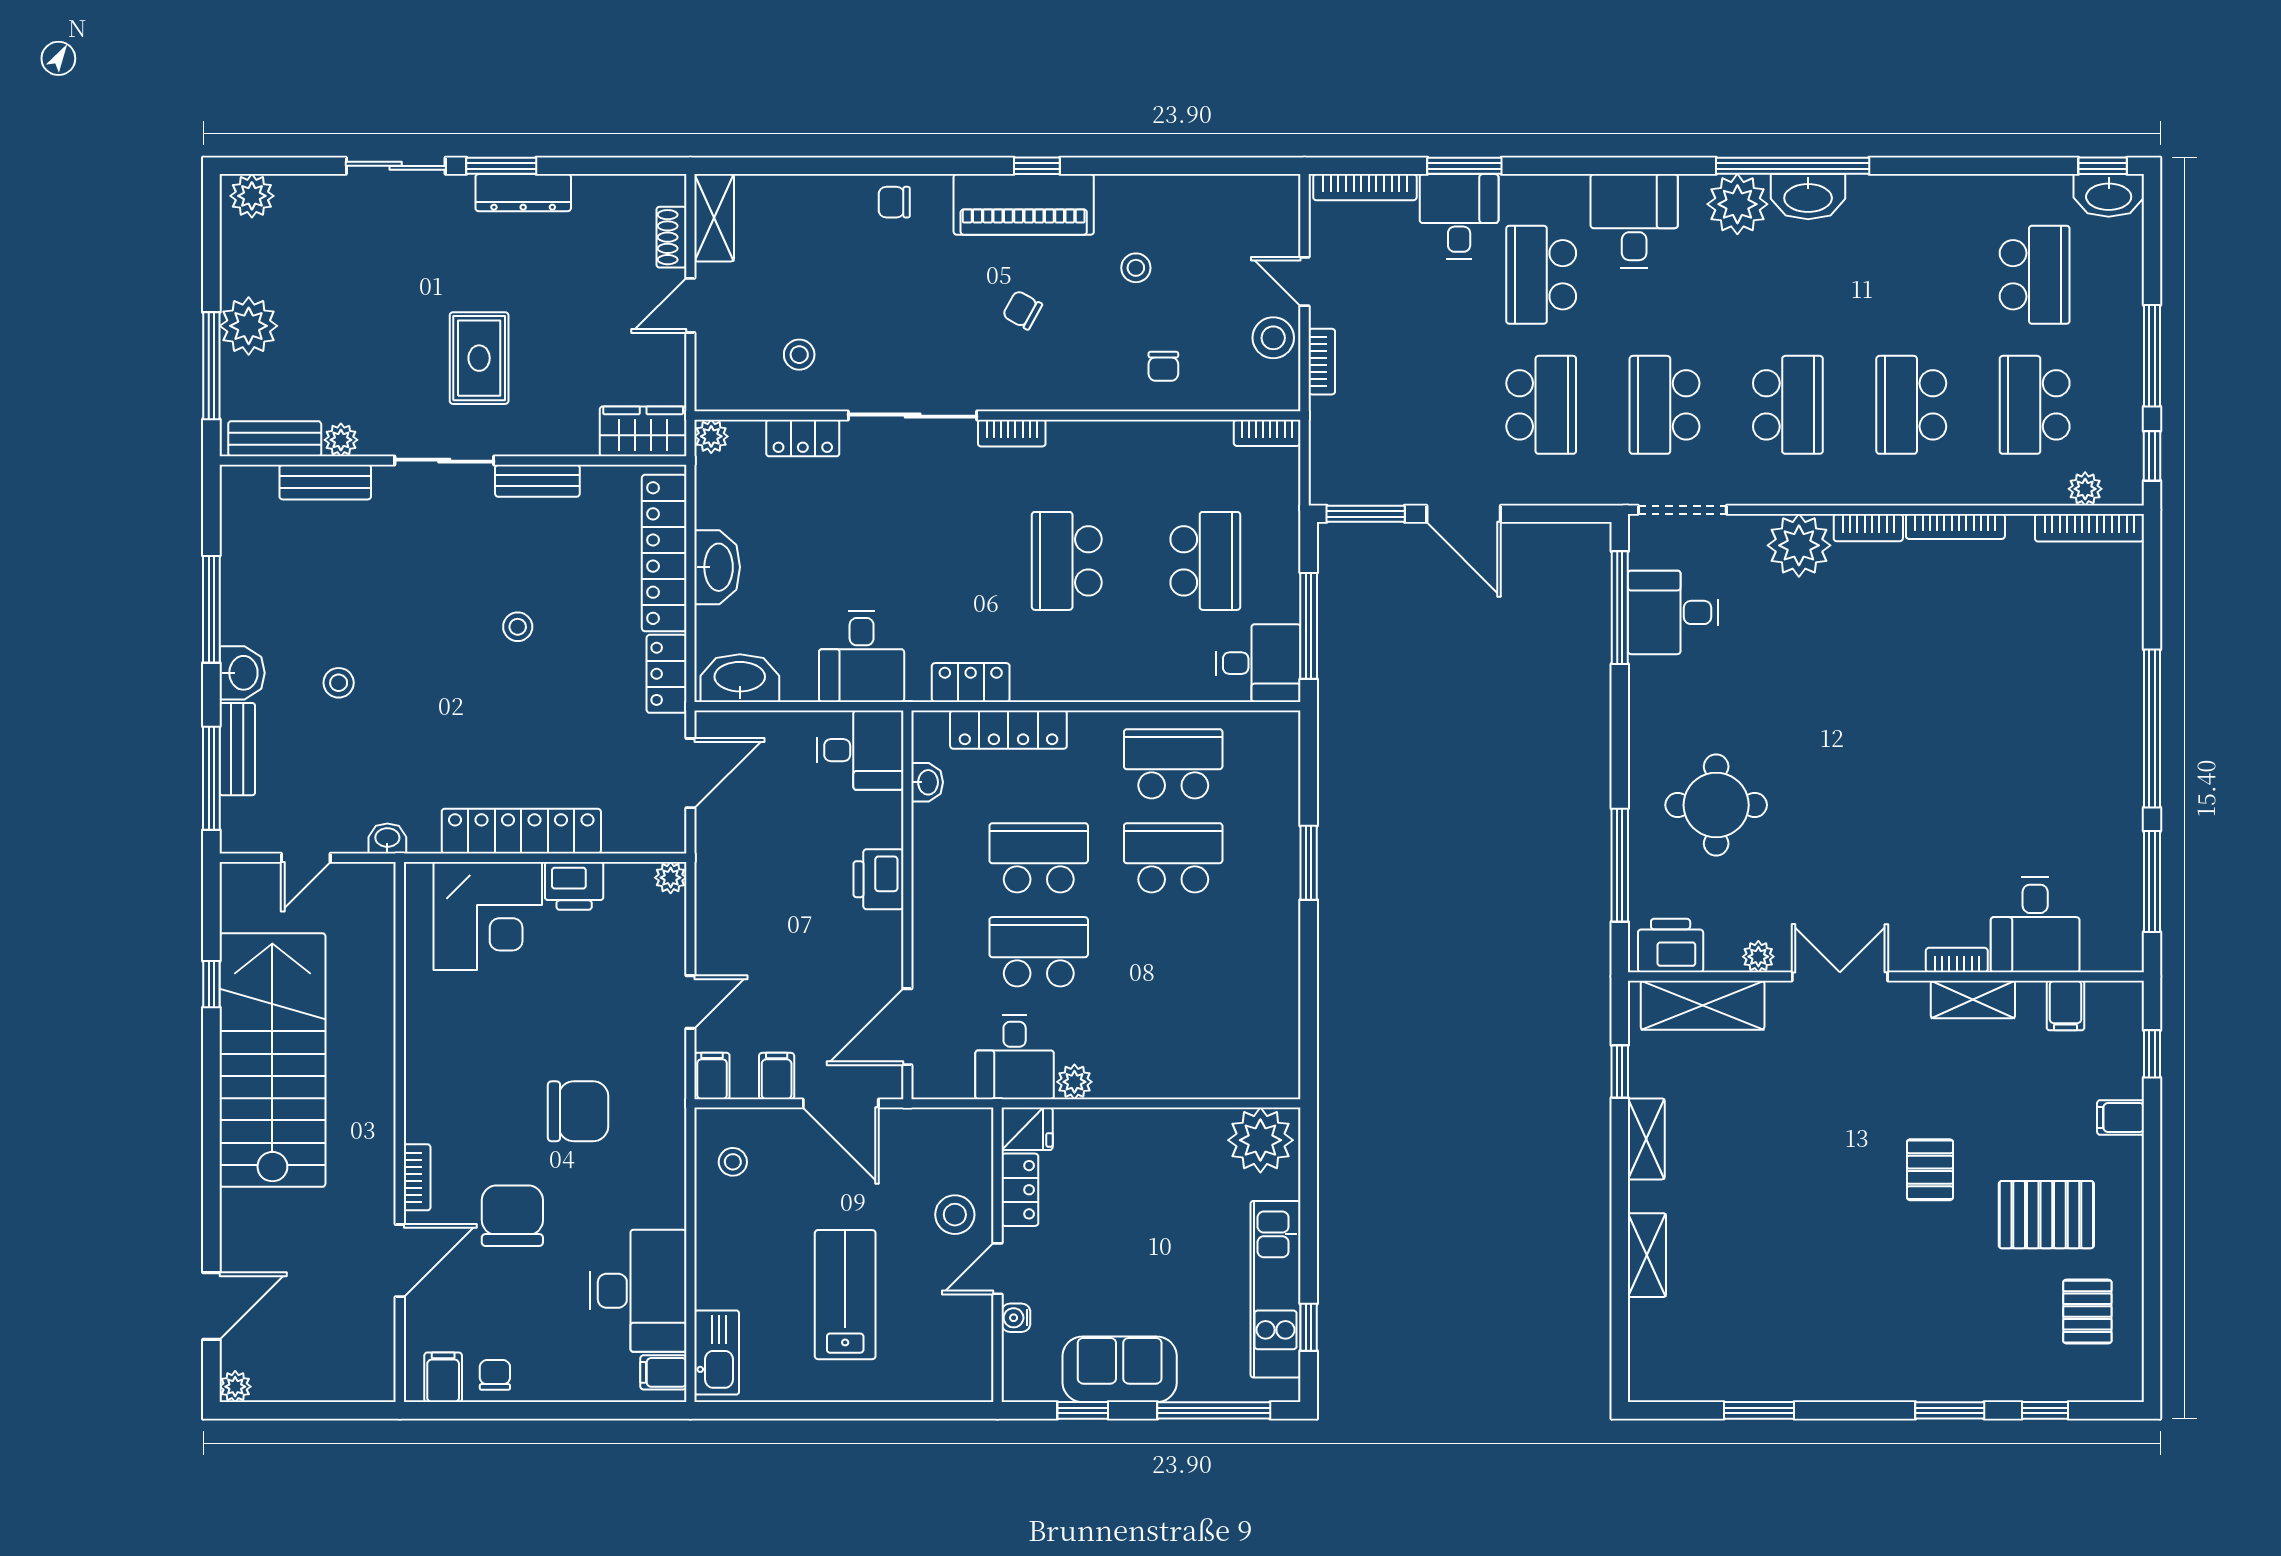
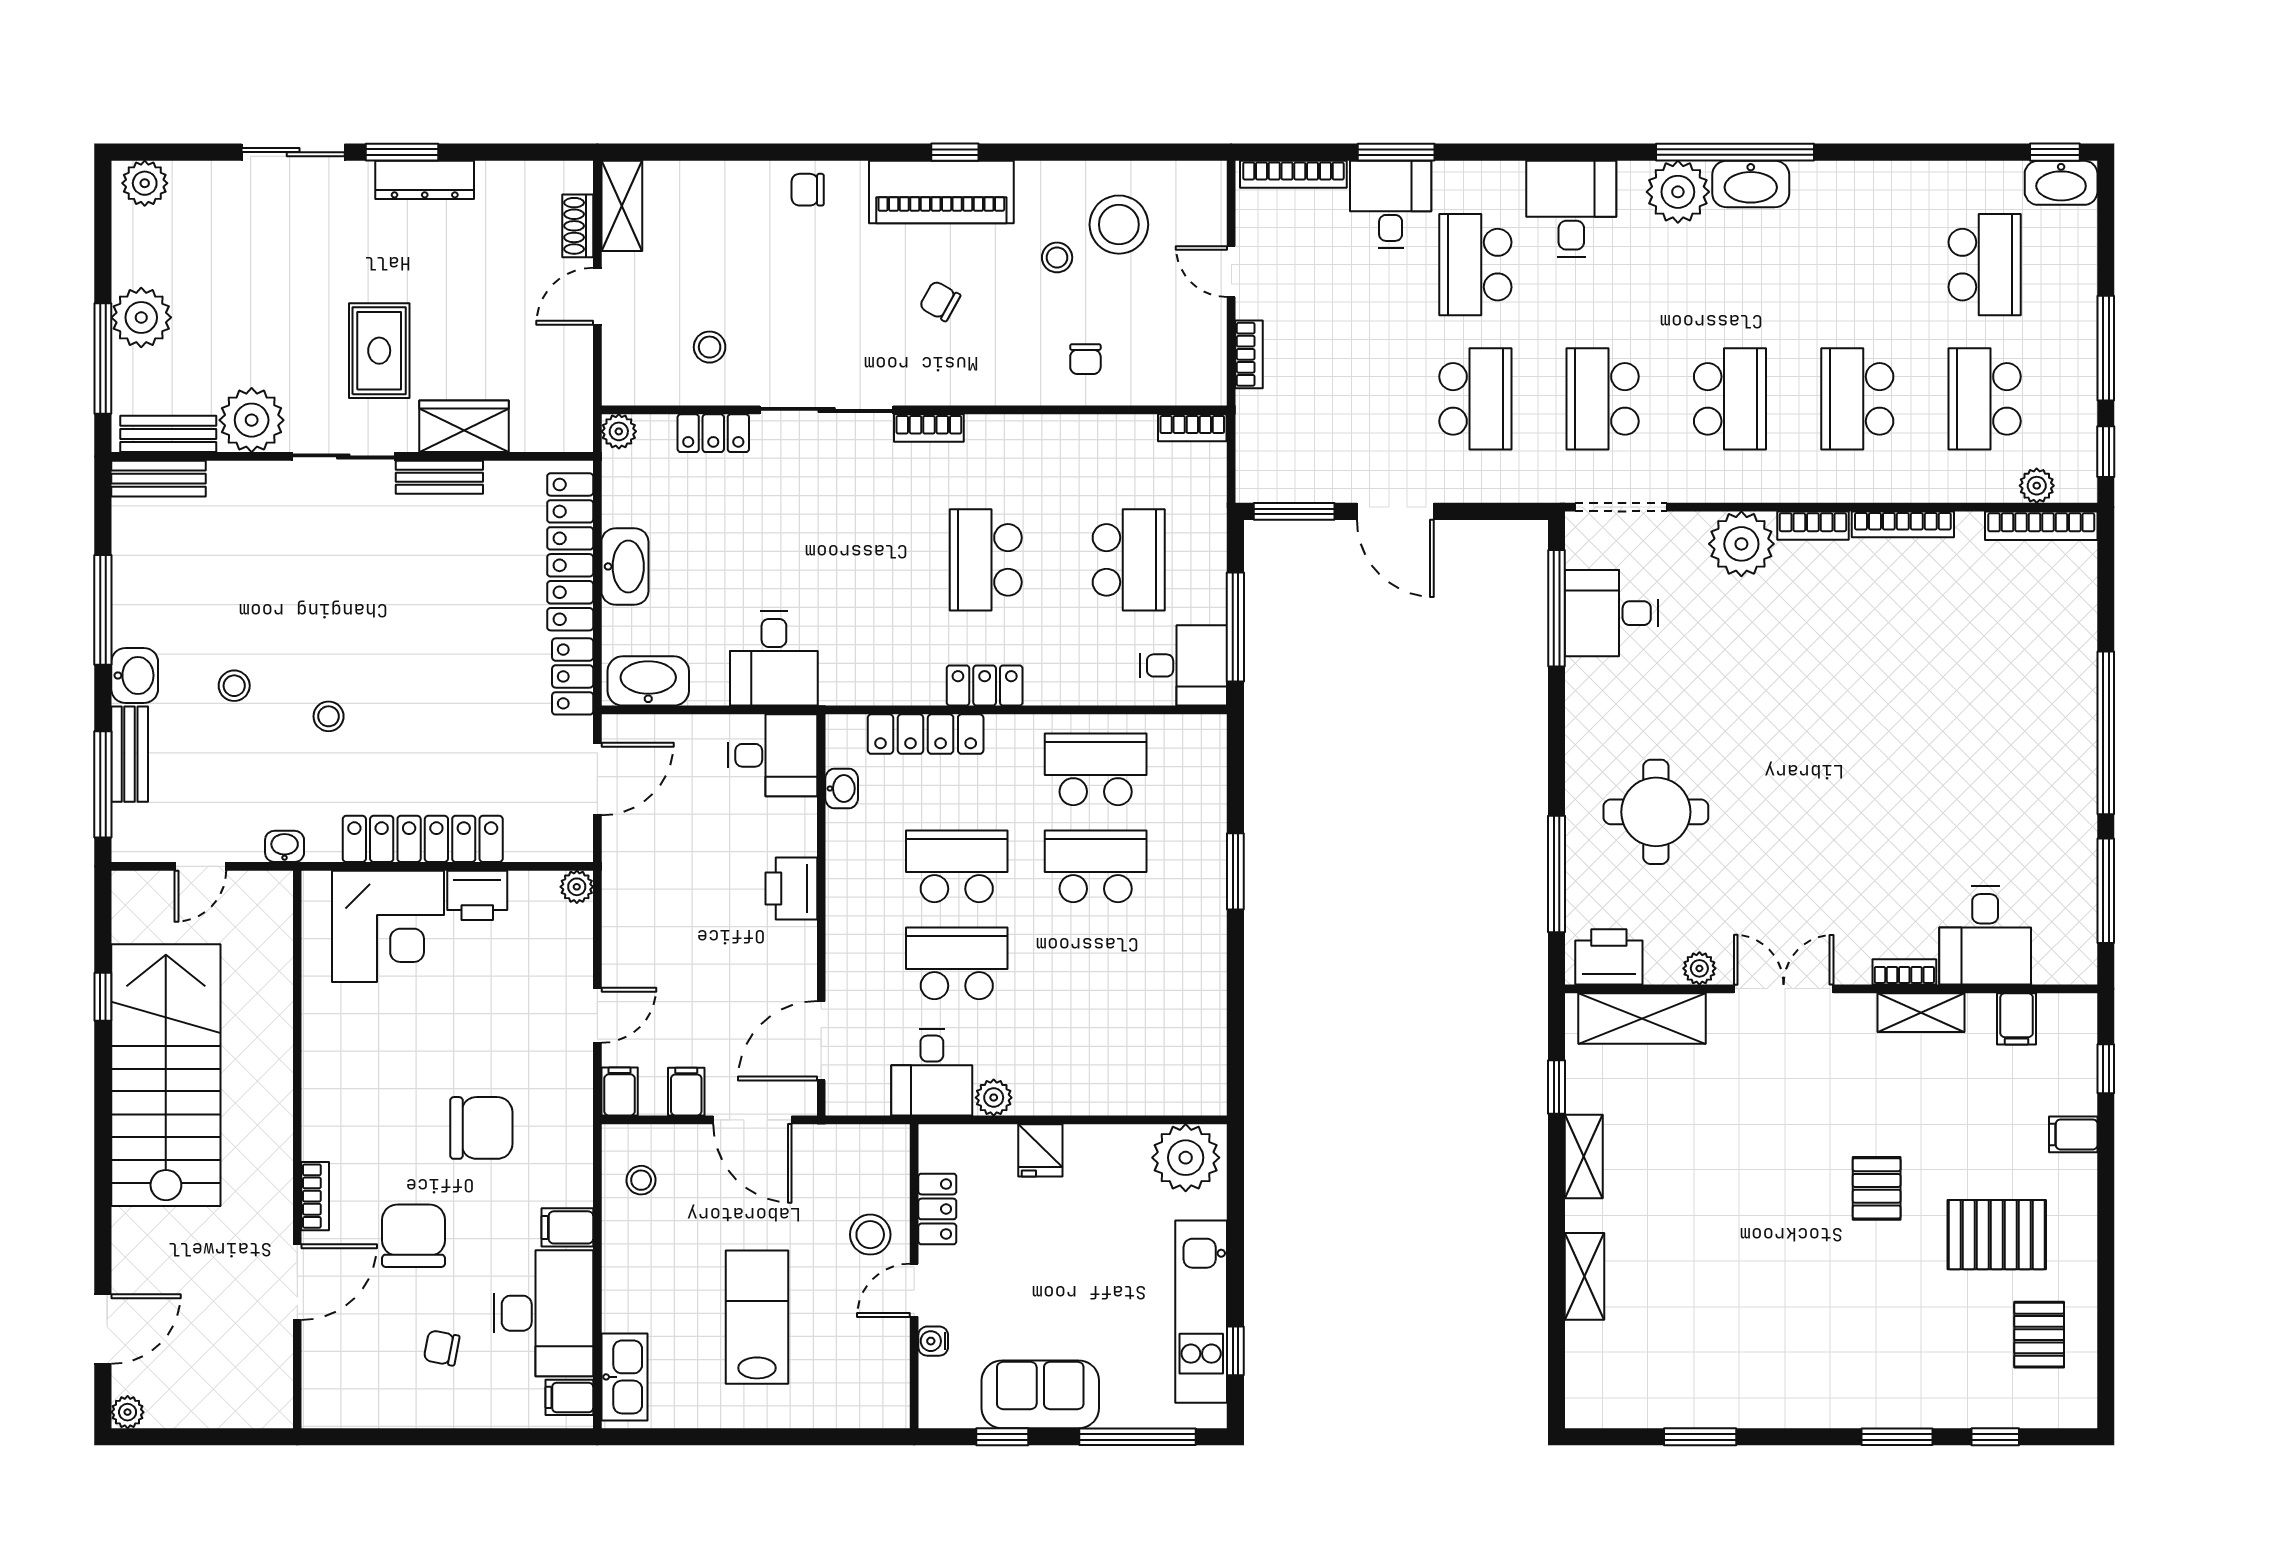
stool: (1273, 338) -> (1119, 225), moved, width x1.38, depth x1.38
wardrobe: (643, 431) -> (464, 426), moved
plant: (341, 440) -> (252, 420), width x1.88, depth x1.88
bench: (325, 482) -> (158, 479), moved
stool: (518, 627) -> (329, 716), moved
locker: (971, 683) -> (985, 686), moved
fridge: (1027, 1129) -> (1040, 1150), moved, turned 90
chair: (495, 1375) -> (442, 1348), moved, turned -79
filing cabinet: (443, 1377) -> (567, 1227), moved, turned -90

